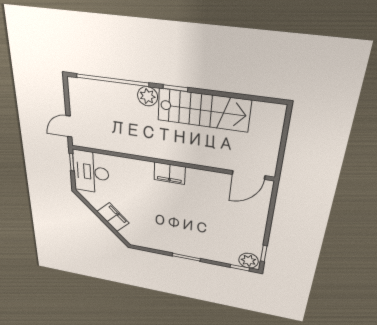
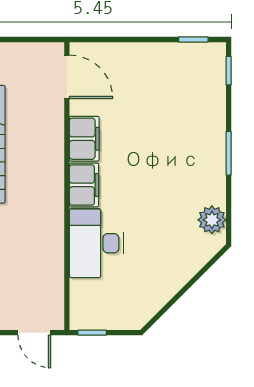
desk: (91, 172) -> (96, 243), moved, turned 90
filing cabinet: (113, 217) -> (84, 139), moved, turned 135
plant: (248, 261) -> (212, 220), moved

